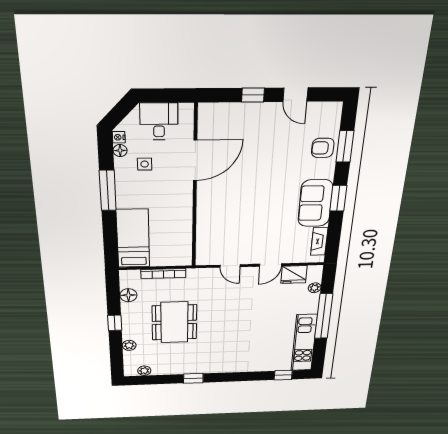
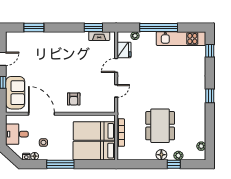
armchair: (323, 148) -> (74, 99), moved
window: (338, 198) -> (93, 27), moved
sofa: (315, 203) -> (15, 93), moved, turned -90
bed: (166, 238) -> (94, 131), added
door: (271, 265) -> (116, 65), swing flipped
floor lamp: (128, 295) -> (161, 155), moved
dining table: (174, 322) -> (160, 126), turned 90
window: (115, 323) -> (174, 164), moved
window: (193, 378) -> (210, 96), moved

